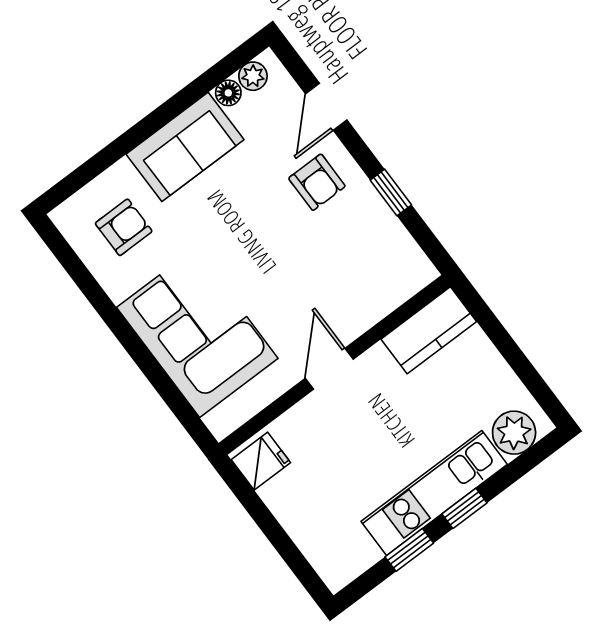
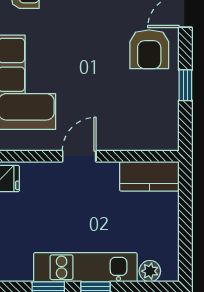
armchair: (317, 182) -> (149, 49), width x1.38, depth x1.38
plant: (514, 433) -> (150, 271), width x0.73, depth x0.73

